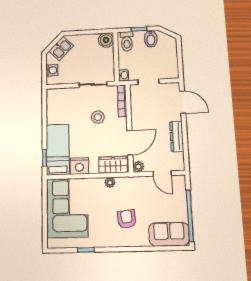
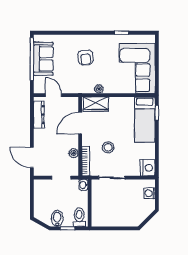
boiler: (106, 40) -> (98, 220), removed
kitchen sink: (61, 48) -> (141, 214), removed
dresser: (177, 136) -> (39, 115), moved
nightstand: (79, 166) -> (148, 168), moved, turned 90
plant: (138, 167) -> (74, 153), moved
sofa: (169, 234) -> (43, 59), moved, turned -90

